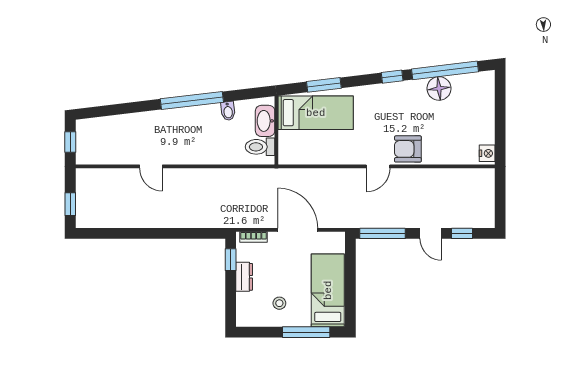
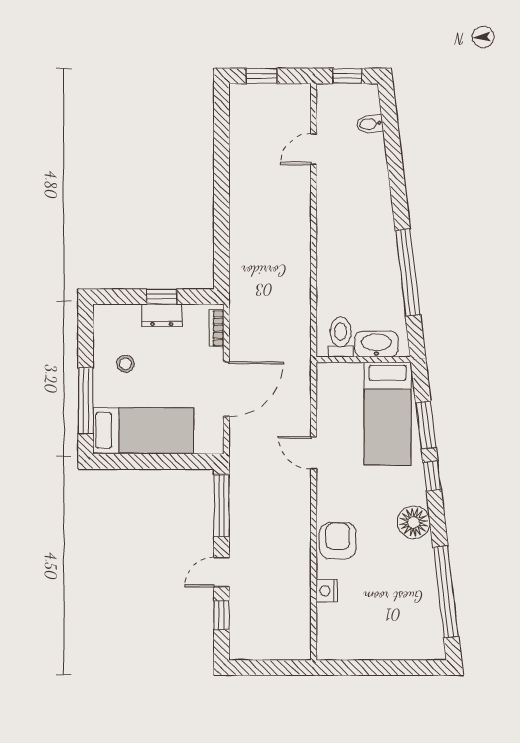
window: (392, 77) -> (432, 476), moved
floor lamp: (439, 88) -> (414, 522), moved
window: (192, 101) -> (408, 272), moved
bidet: (228, 111) -> (370, 124), moved
nightstand: (487, 153) -> (327, 591), moved, turned 90
door: (151, 166) -> (314, 149), moved
door: (378, 166) -> (314, 453), moved
window: (231, 260) -> (162, 297), moved

